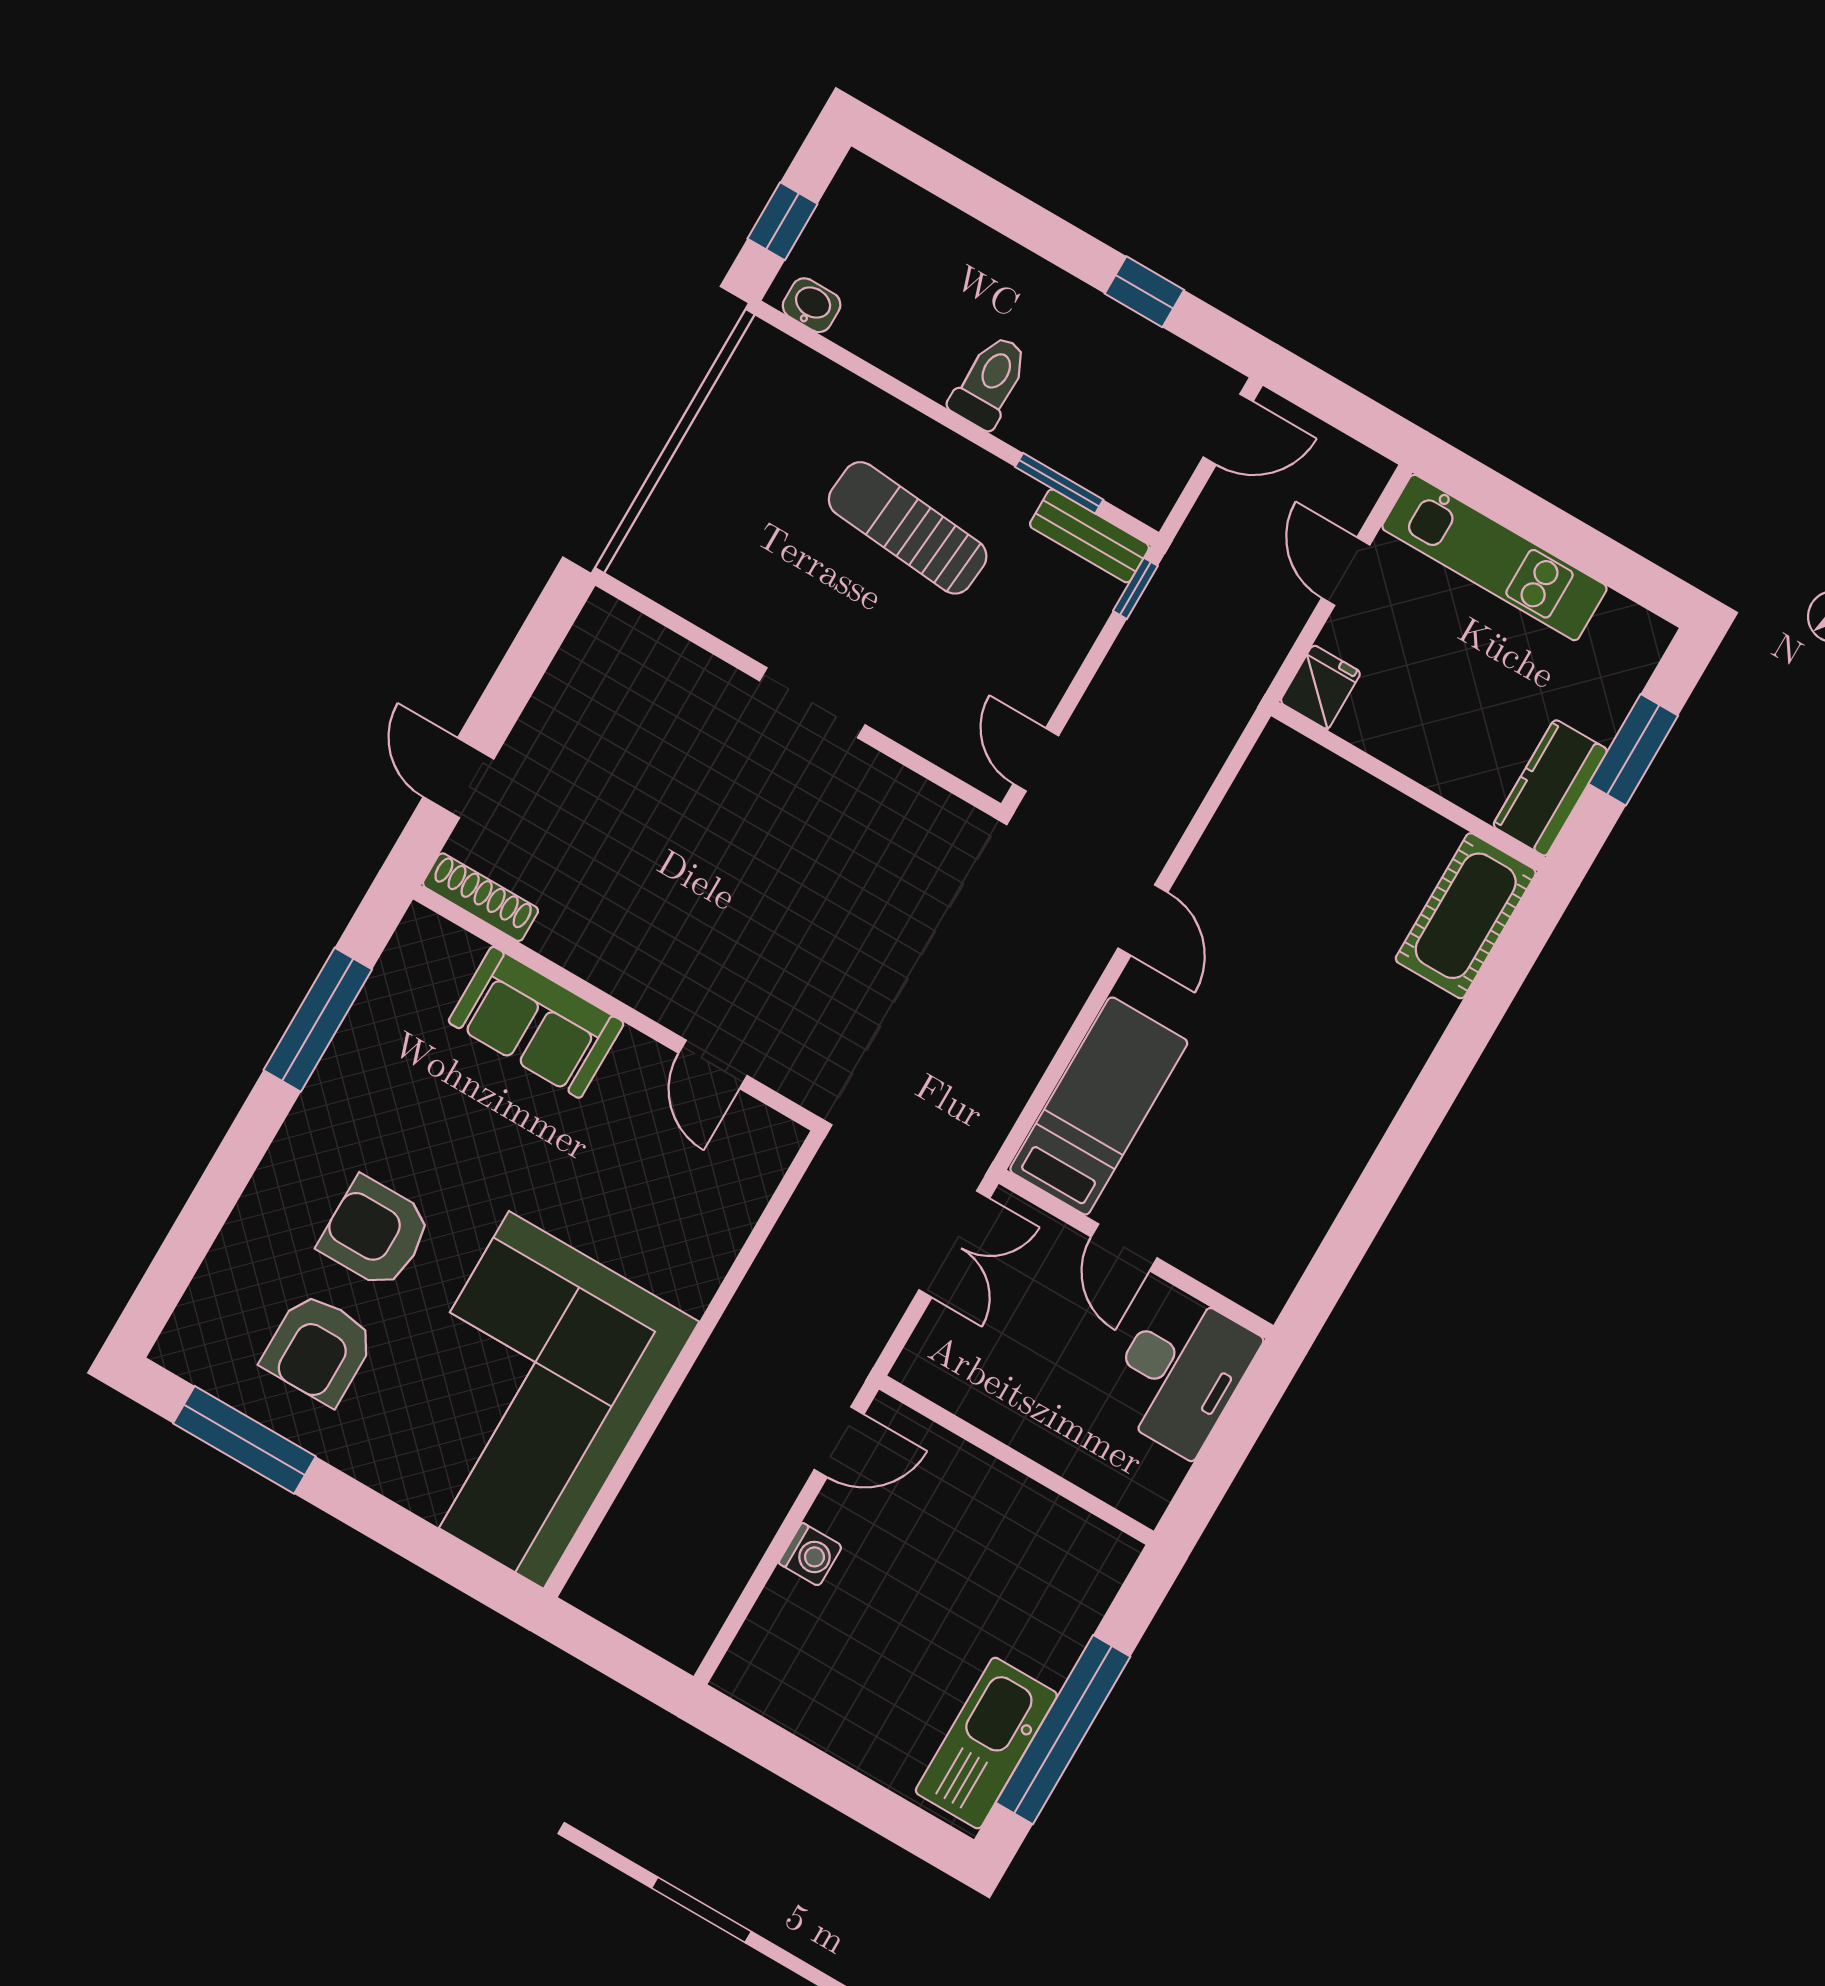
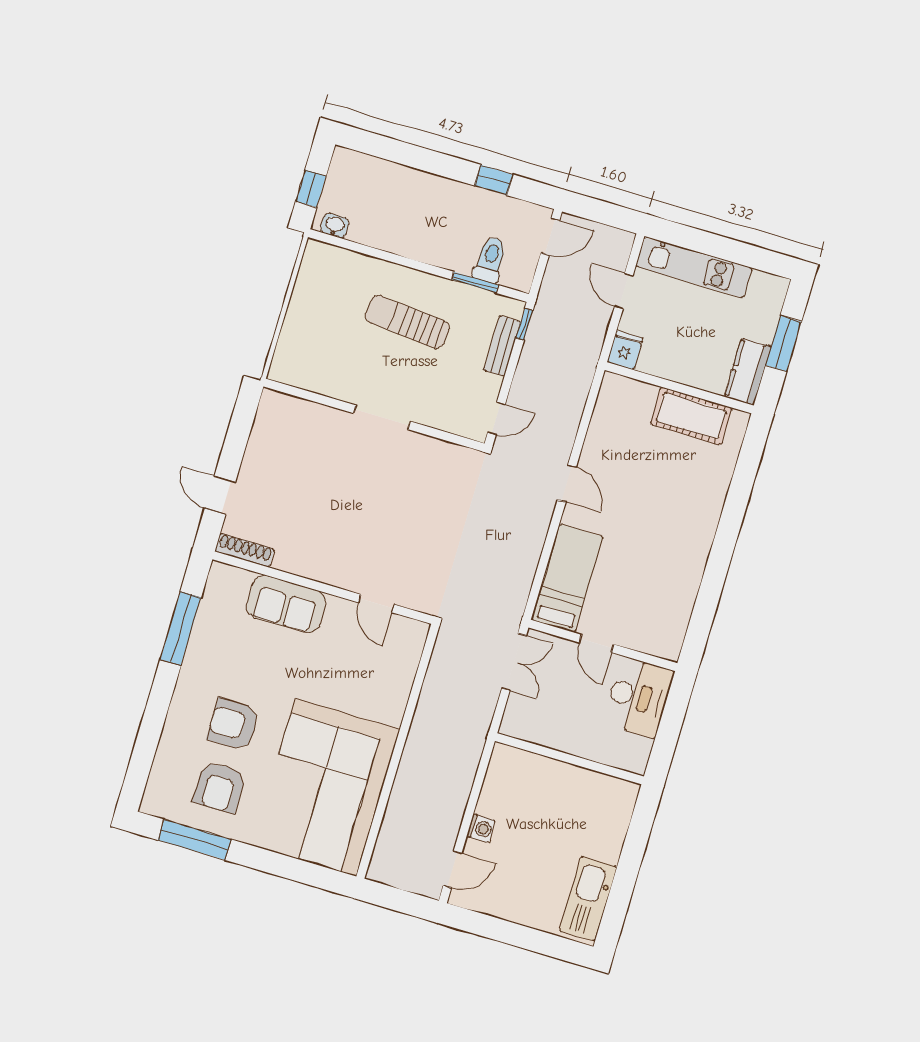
toilet: (990, 382) -> (490, 260), moved
bench: (1089, 536) -> (502, 346), moved, turned 90
door: (1036, 760) -> (496, 418), swing flipped
cot: (1466, 916) -> (691, 416), moved, turned 90
door: (839, 1442) -> (452, 869), moved
window: (1063, 1730) -> (624, 883), removed

